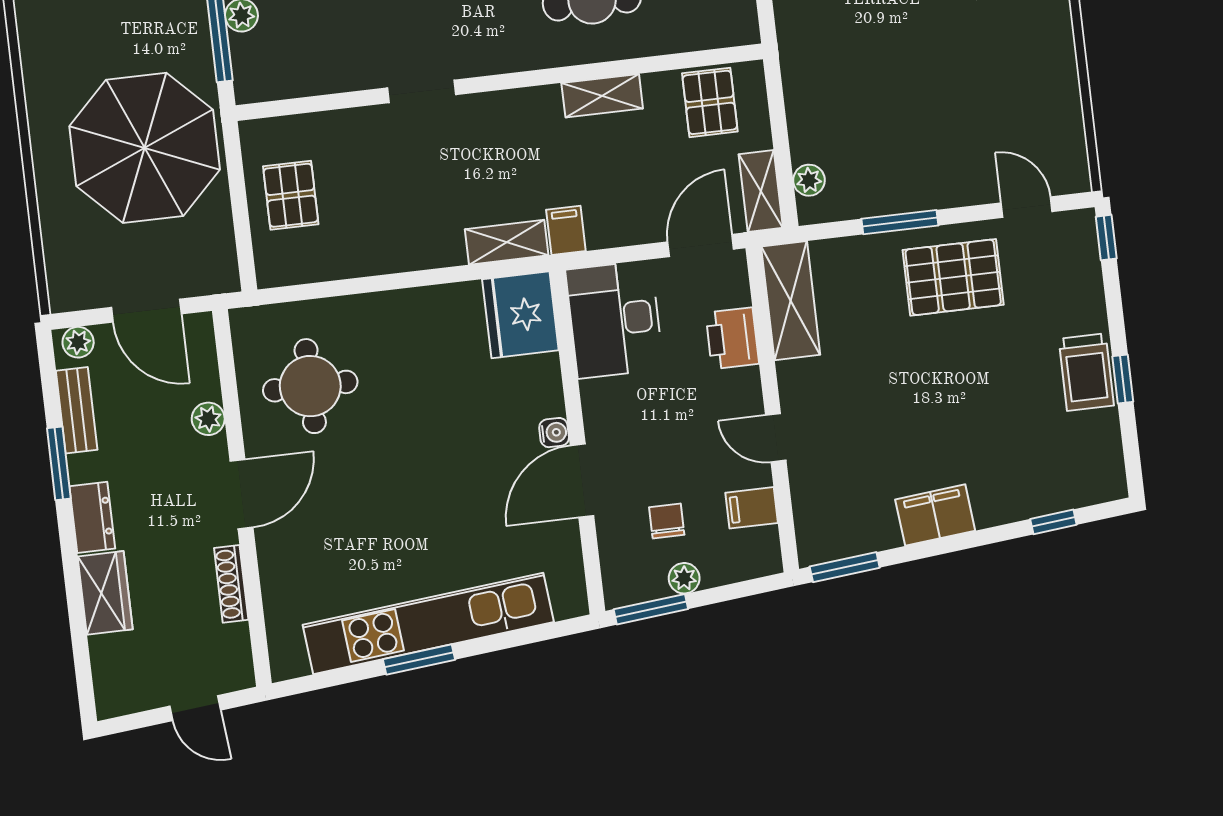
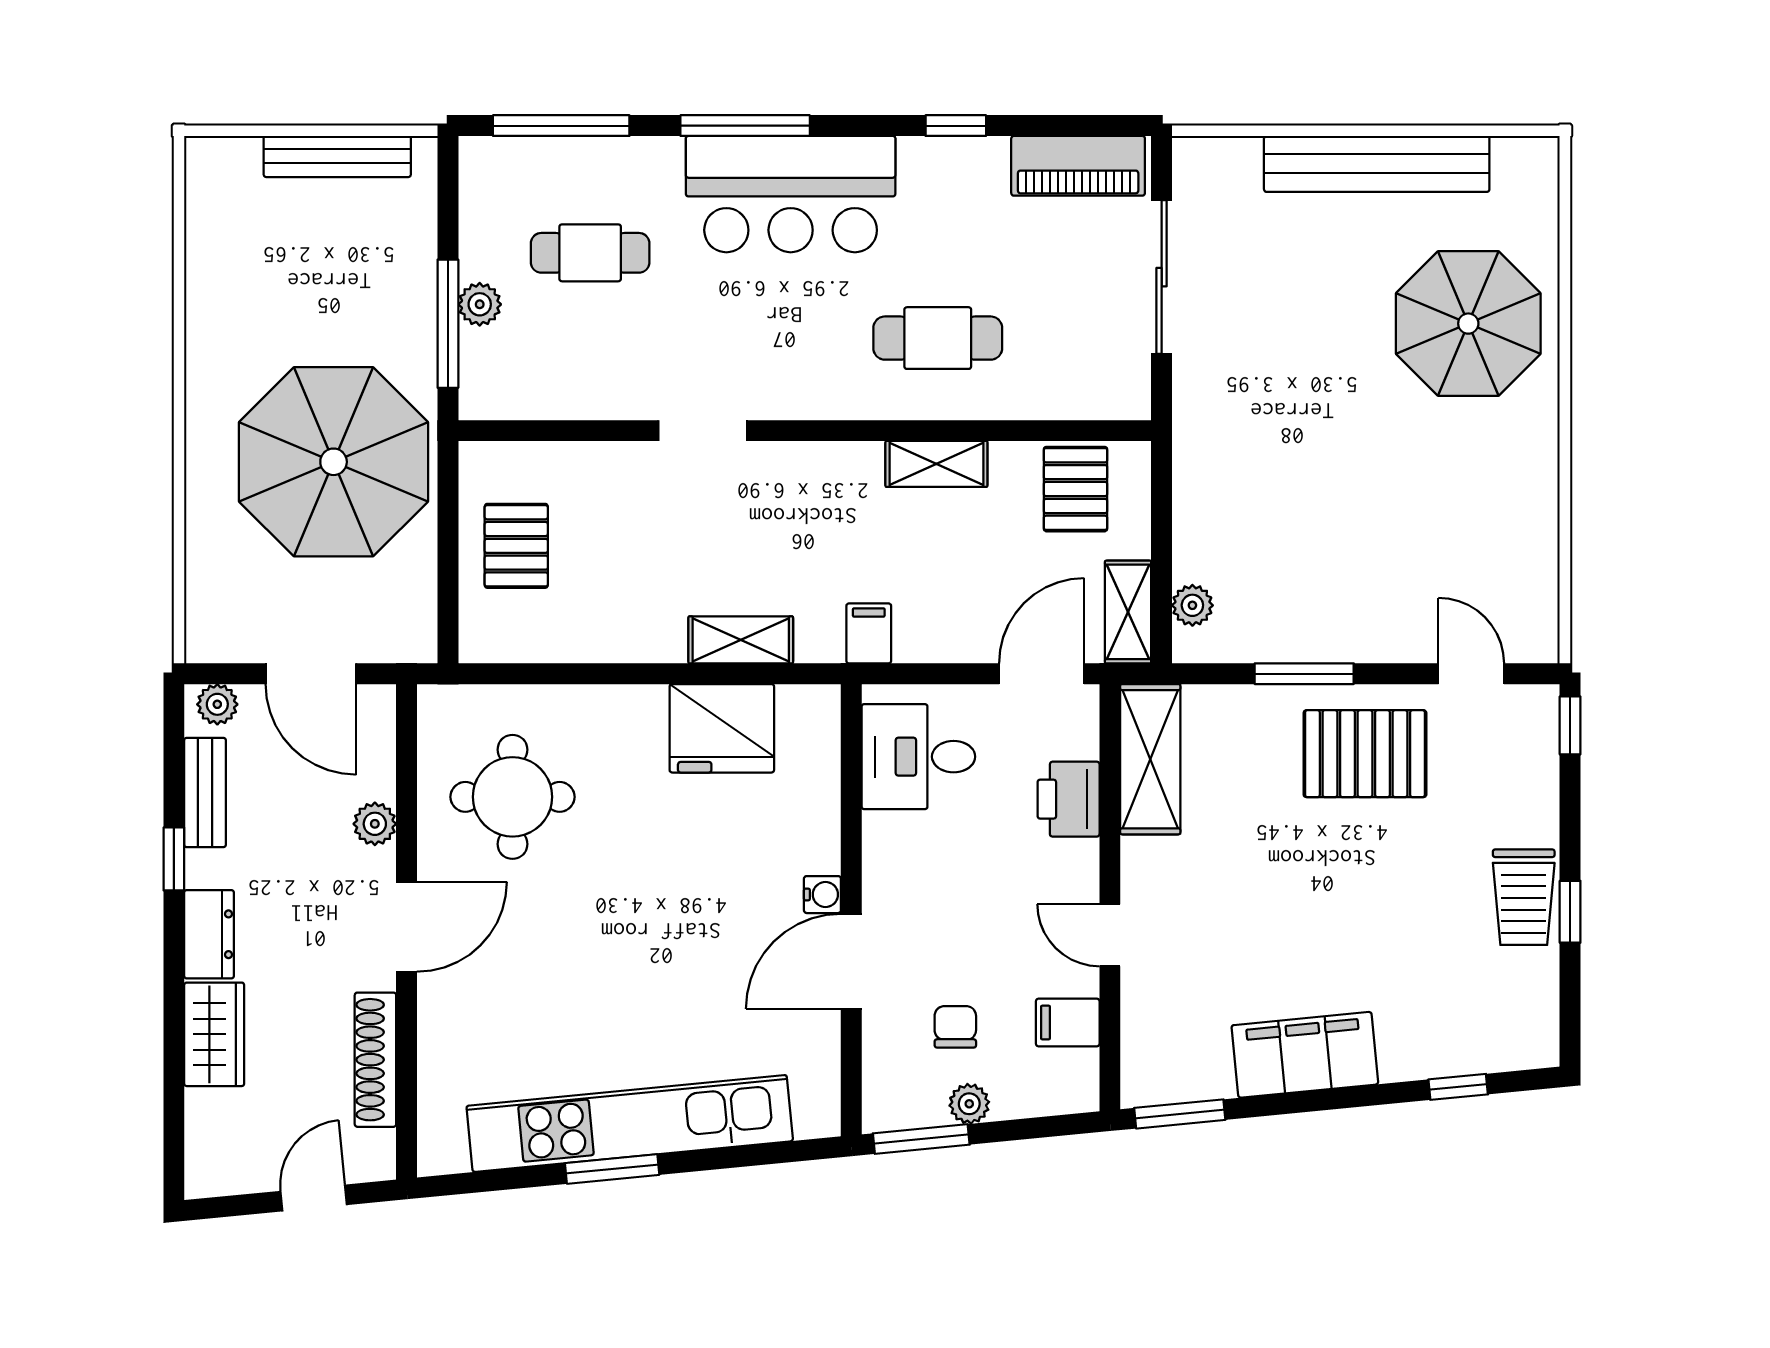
shelving: (507, 242) -> (741, 640), moved
fridge: (520, 315) -> (722, 728), moved, turned -90
desk: (615, 319) -> (918, 757), width x0.73
window: (59, 463) -> (174, 859), width x0.67
filing cabinet: (935, 515) -> (1305, 1055), width x1.50, depth x1.17
shoe rack: (231, 584) -> (375, 1060), width x1.36, depth x1.24
door: (195, 708) -> (314, 1198), swing flipped

